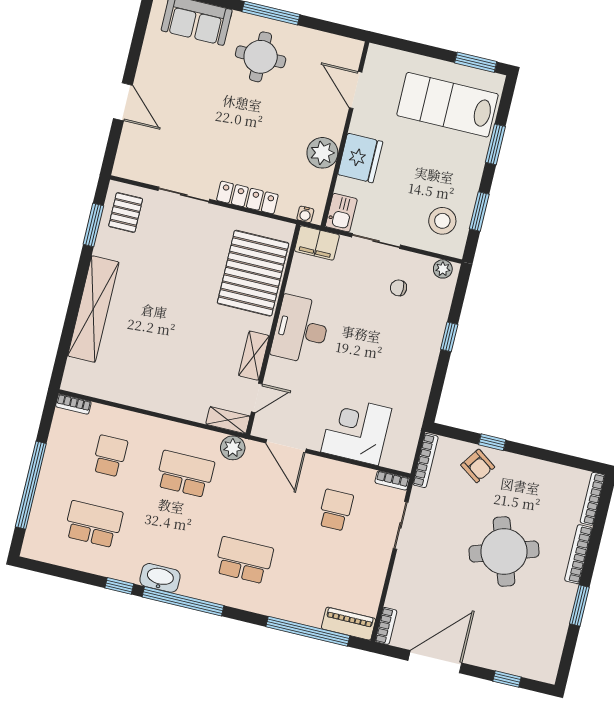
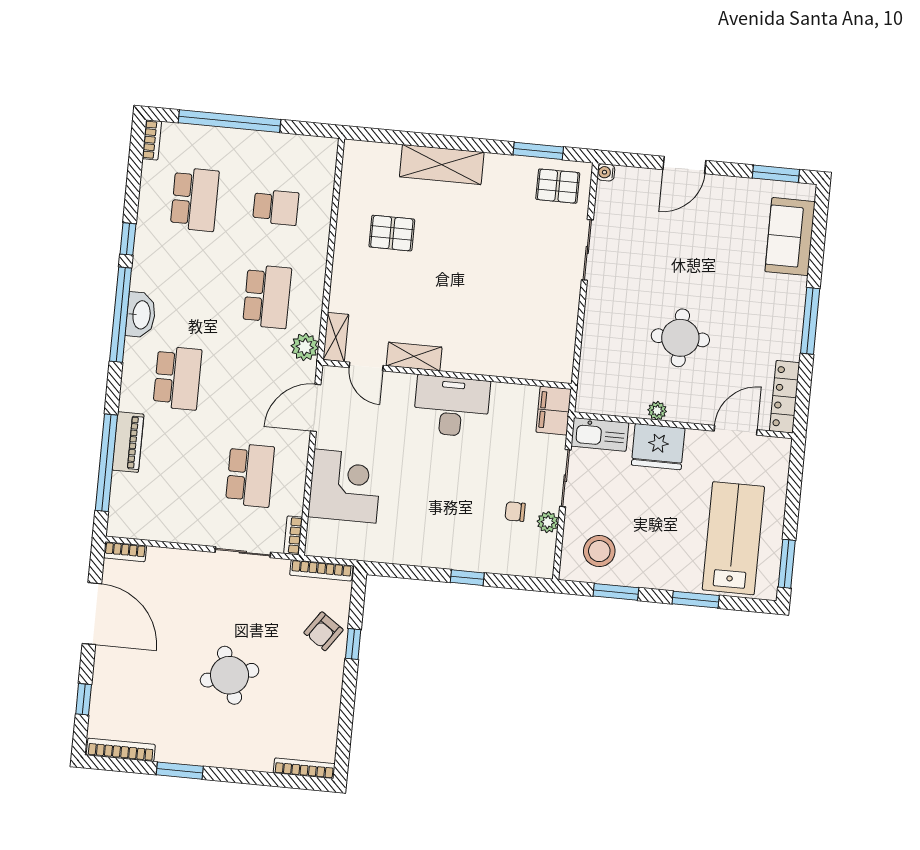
window: (141, 25) -> (776, 174), added
round table: (261, 57) -> (680, 338), moved
plant: (322, 153) -> (657, 411), width x0.53, depth x0.53
locker: (247, 197) -> (785, 397), moved, turned 180
kitchen sink: (341, 213) -> (600, 434), width x1.38
water cooler: (305, 214) -> (606, 172), moved
plant: (443, 269) -> (548, 522), moved
pallet: (253, 273) -> (392, 233), moved, width x0.49, depth x0.50
chair: (399, 288) -> (515, 512), turned -90
shelving: (93, 309) -> (442, 165), width x0.68
bookcase: (73, 404) -> (152, 140), moved, turned 180
school desk: (336, 510) -> (250, 475), width x1.85
round table: (504, 552) -> (230, 675), width x0.73, depth x0.73
bookcase: (578, 554) -> (121, 750), moved
washbasin: (160, 578) -> (141, 315), moved
piano: (349, 624) -> (128, 442), moved

